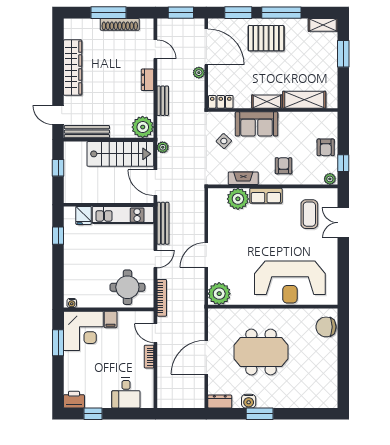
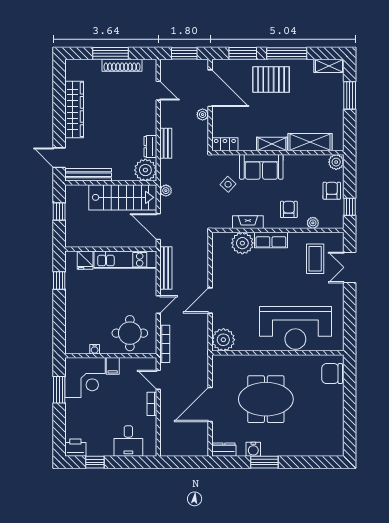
dresser: (147, 80) -> (150, 147), moved
plant: (330, 119) -> (336, 162), added
armchair: (326, 147) -> (332, 191), turned 180
plant: (330, 179) -> (313, 223), moved
water cooler: (72, 303) -> (95, 349), moved

